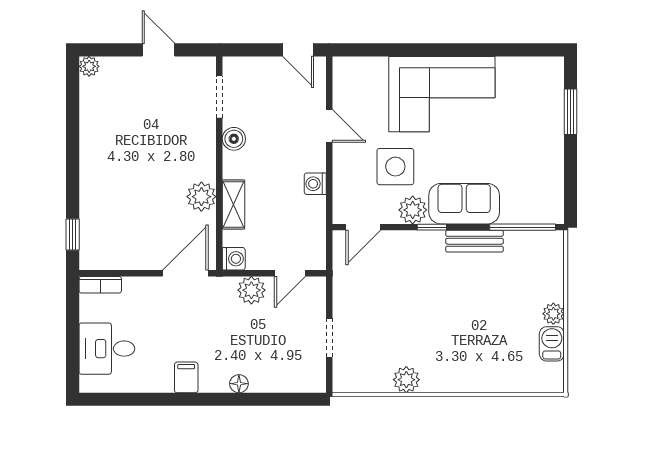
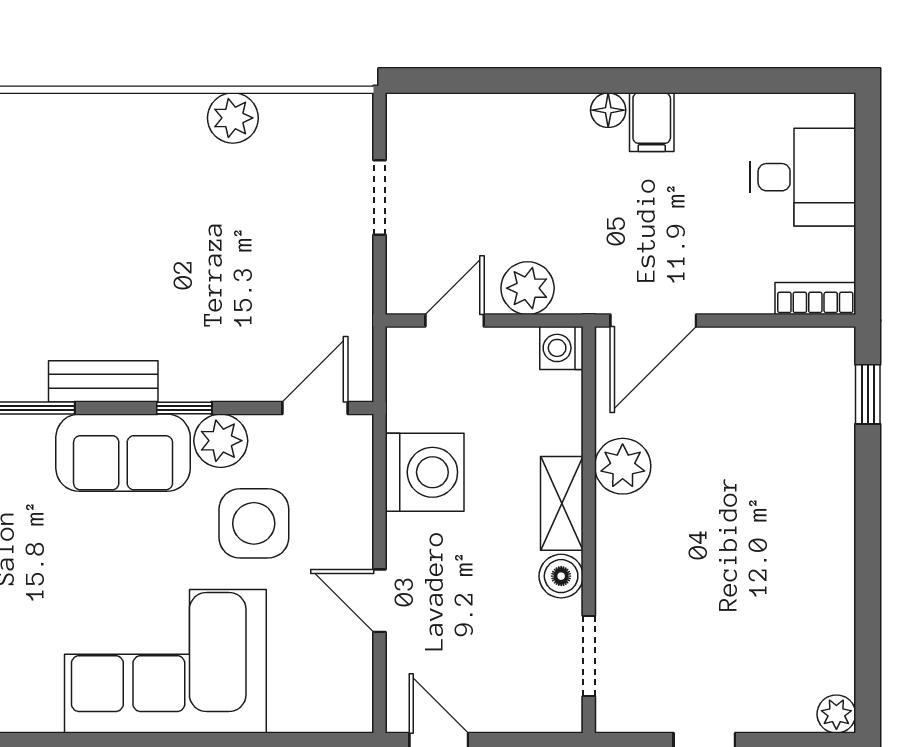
washing machine: (315, 184) -> (425, 472), width x1.89, depth x1.89
shelving: (233, 204) -> (562, 503), moved
floor lamp: (239, 384) -> (608, 110), moved

